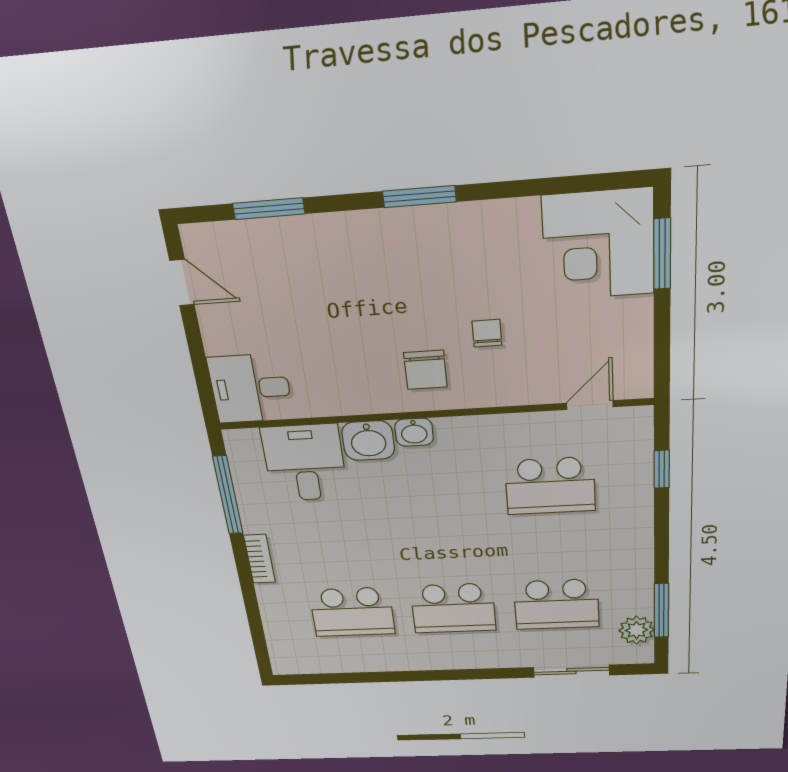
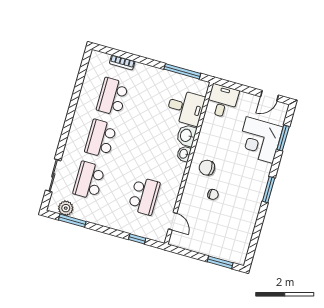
corner desk: (598, 245) -> (260, 140), moved, turned -90
school desk: (550, 486) -> (144, 196), turned 180
bookcase: (260, 559) -> (122, 62), moved

